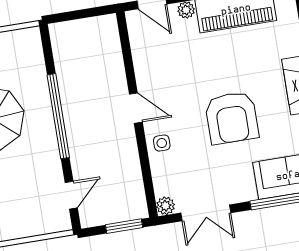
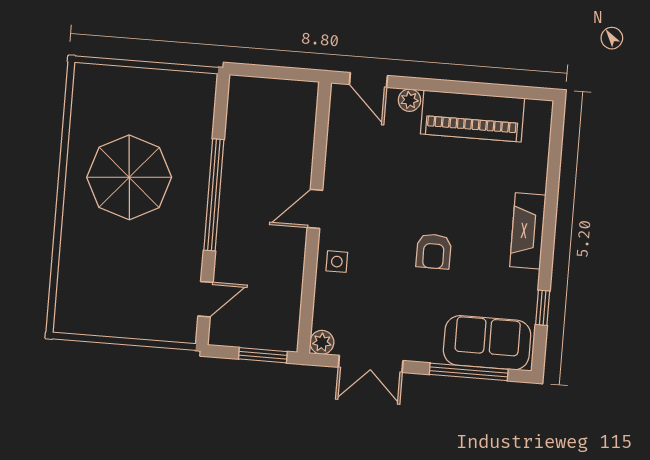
door: (136, 108) -> (315, 209), swing flipped
armchair: (232, 118) -> (434, 251), width x0.53, depth x0.53

